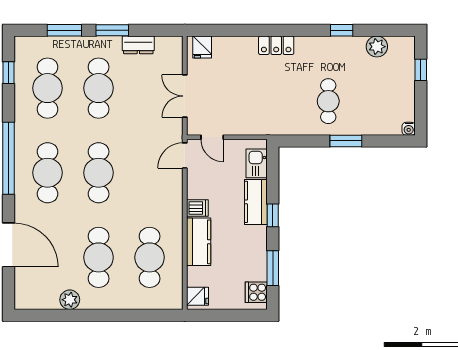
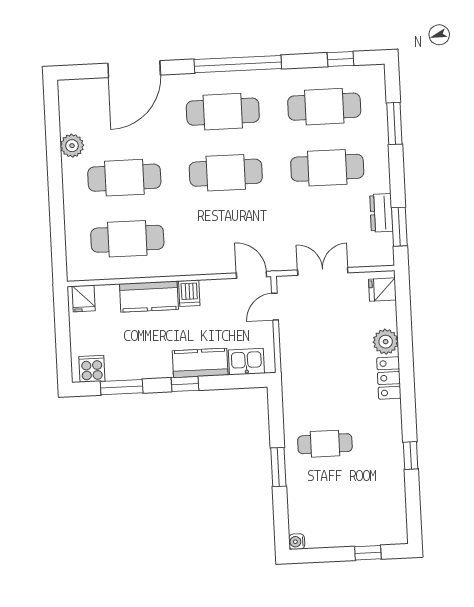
window: (112, 30) -> (399, 227), moved
plant: (377, 47) -> (386, 342), moved

